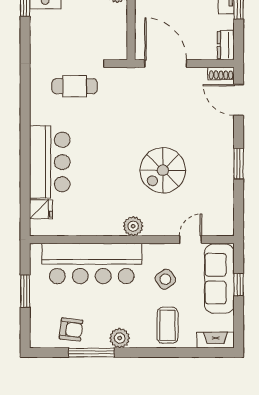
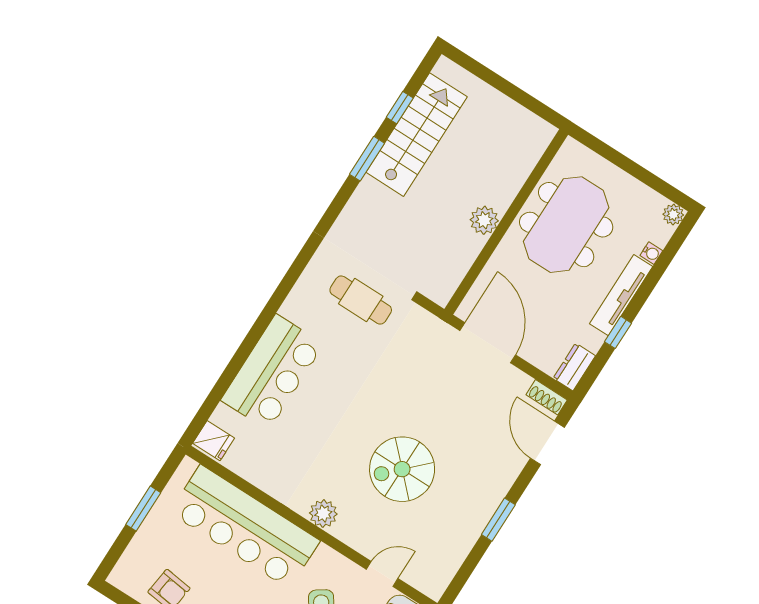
fridge: (41, 209) -> (214, 441), moved

